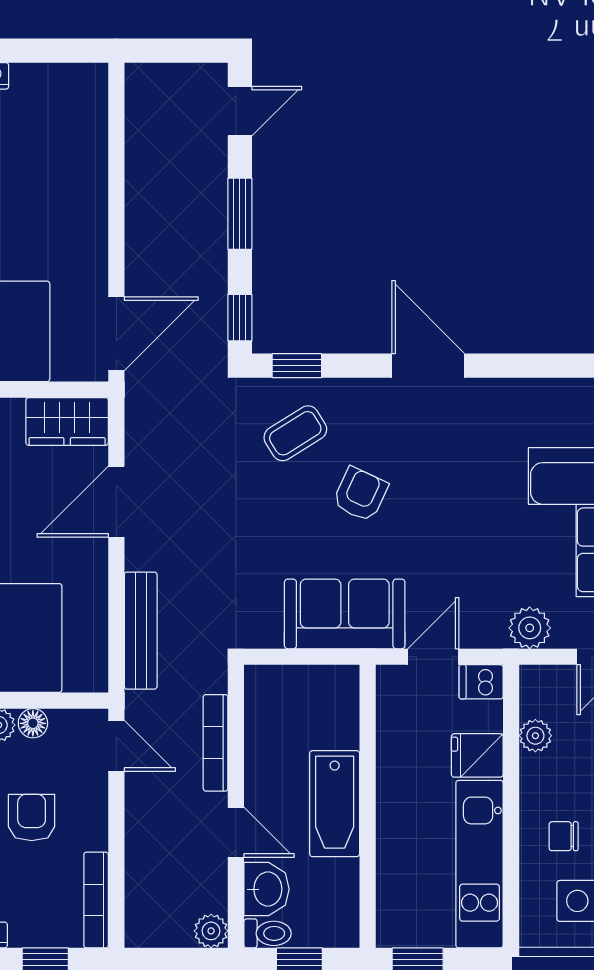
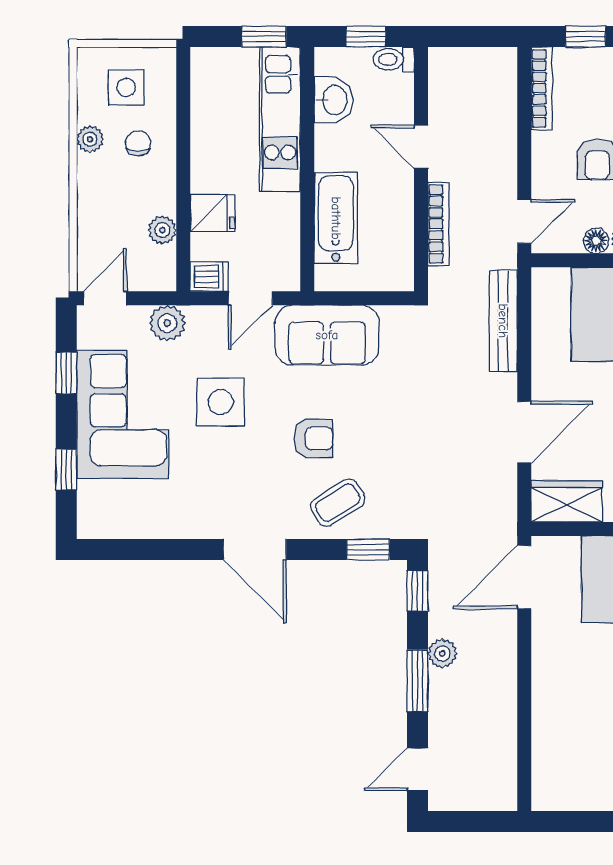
coffee table: (295, 433) -> (338, 503), moved
armchair: (360, 494) -> (313, 438), turned -115
side table: (468, 537) -> (221, 402), added
door: (116, 746) -> (524, 221), swing flipped
bathtub: (335, 804) -> (336, 218), moved
chair: (564, 836) -> (138, 143), turned -90
kitchen unit: (480, 864) -> (280, 119), moved, turned 180
washbasin: (266, 889) -> (334, 100), moved, turned 180
plant: (211, 931) -> (442, 653), moved

